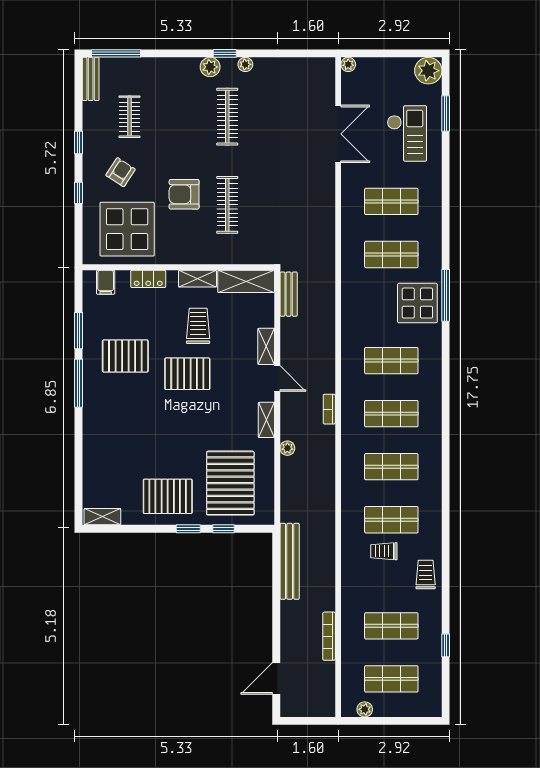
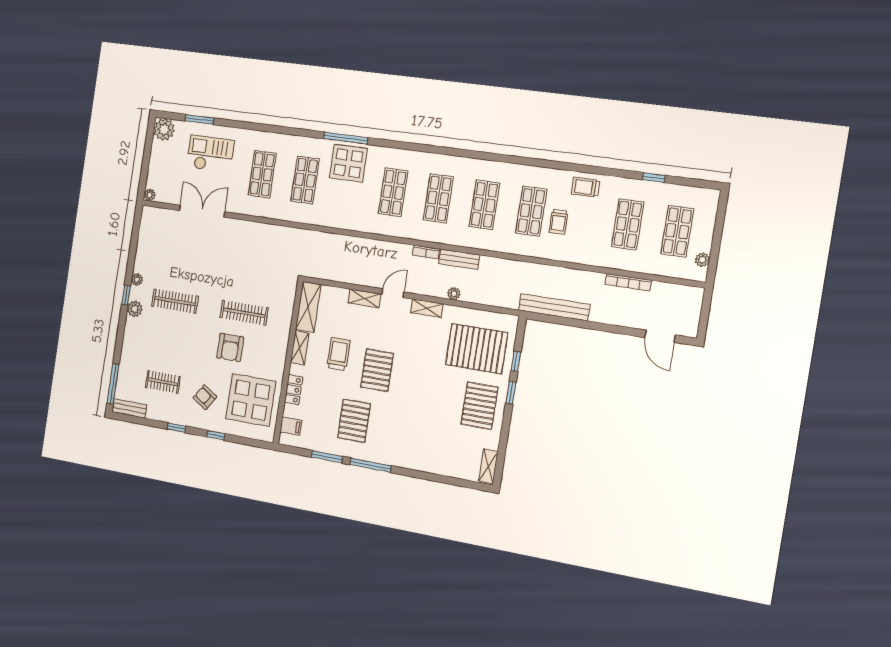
bench: (289, 294) -> (459, 259), moved
trolley: (198, 326) -> (339, 354), turned 90

